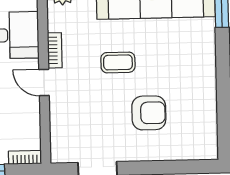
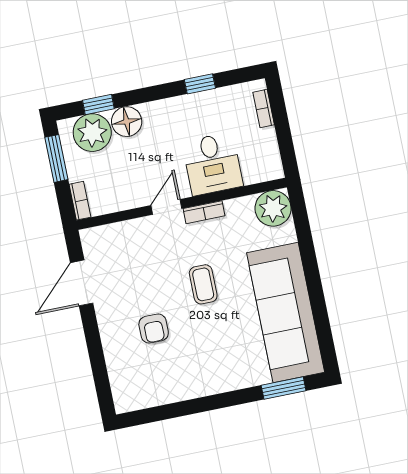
armchair: (149, 113) -> (154, 329), width x0.72, depth x0.72

